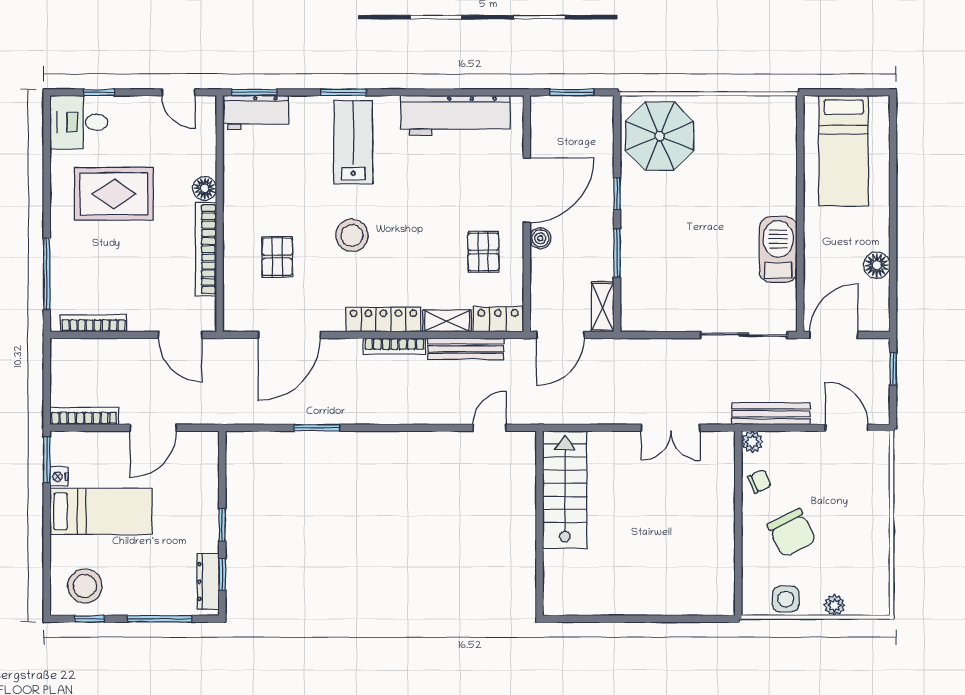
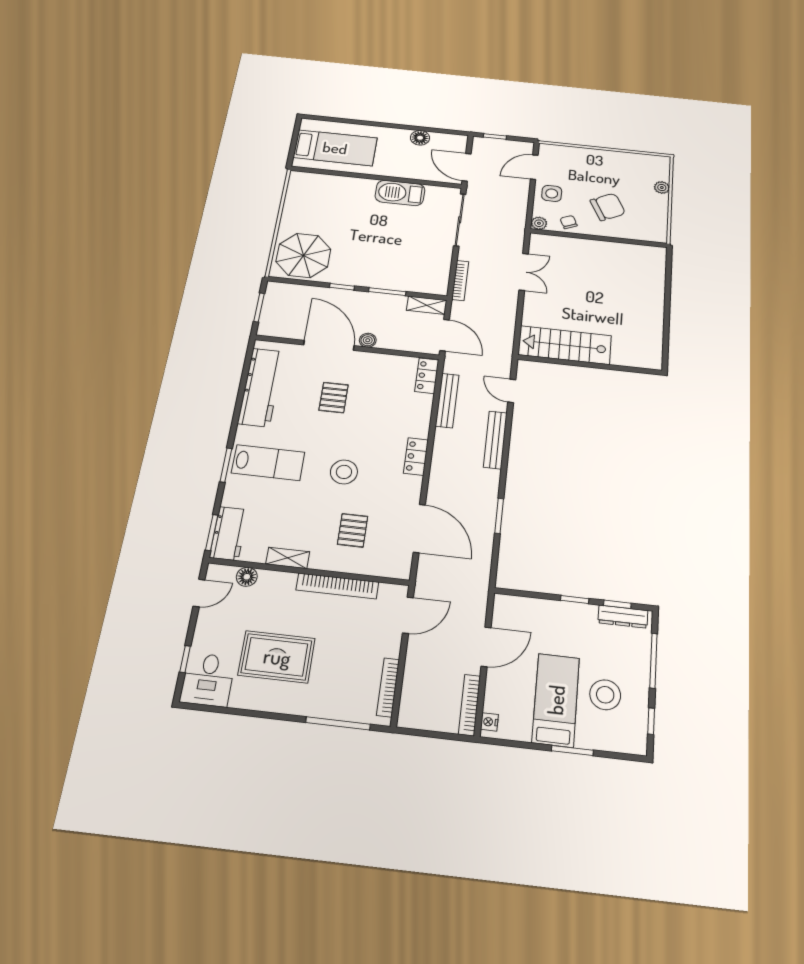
lab bench: (353, 142) -> (268, 463), turned 180
floor lamp: (205, 188) -> (247, 577), moved
rug: (114, 194) -> (277, 657), turned 90
pallet: (483, 252) -> (334, 398), moved, turned 90
pallet: (277, 257) -> (353, 530), turned 90
locker: (383, 319) -> (416, 457), width x0.66
shelving: (447, 321) -> (288, 558), moved, turned 90
bookcase: (394, 346) -> (460, 280), moved
bench: (771, 414) -> (495, 440), moved
door: (153, 428) -> (486, 647), hinge flipped
window: (47, 460) -> (572, 750), moved
nightstand: (59, 477) -> (489, 722), moved, turned 90
stool: (85, 586) -> (605, 695), moved
side table: (786, 599) -> (552, 193), moved

